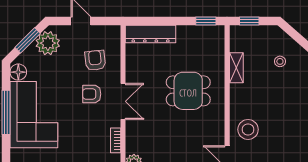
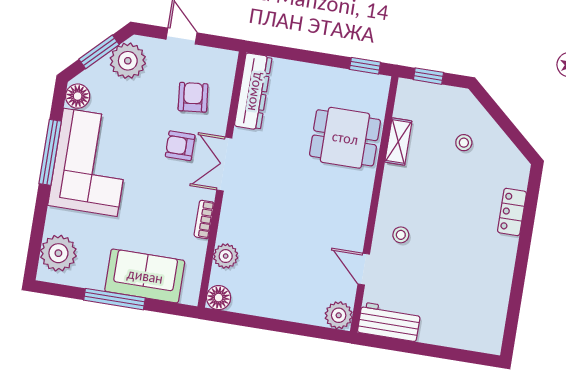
dresser: (151, 34) -> (253, 91), moved, turned -90
dining table: (188, 91) -> (345, 138), moved
double door: (123, 101) -> (224, 164), swing flipped
stool: (248, 129) -> (401, 235), width x0.53, depth x0.53

